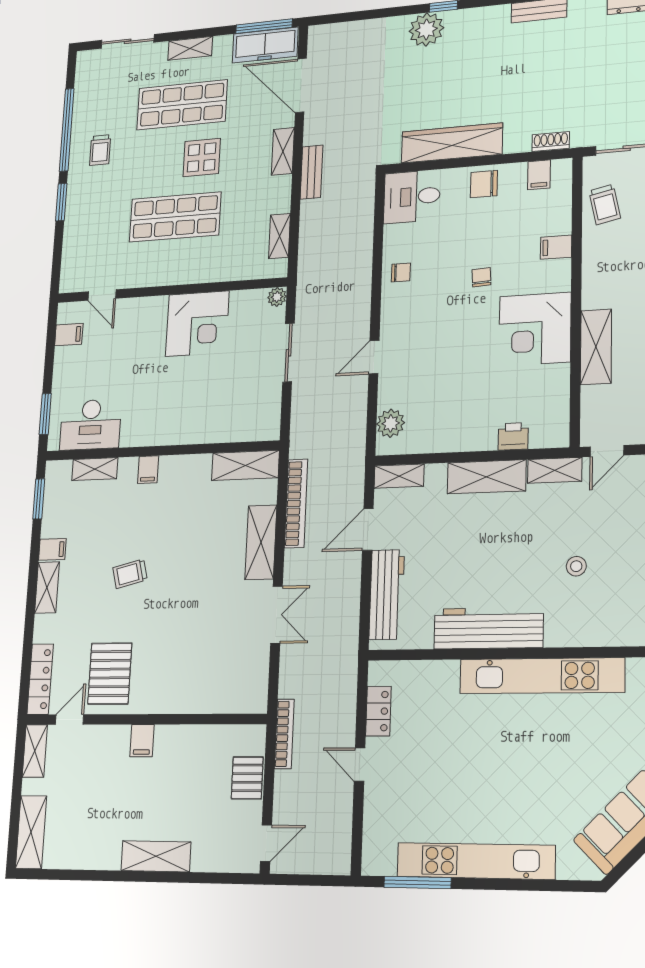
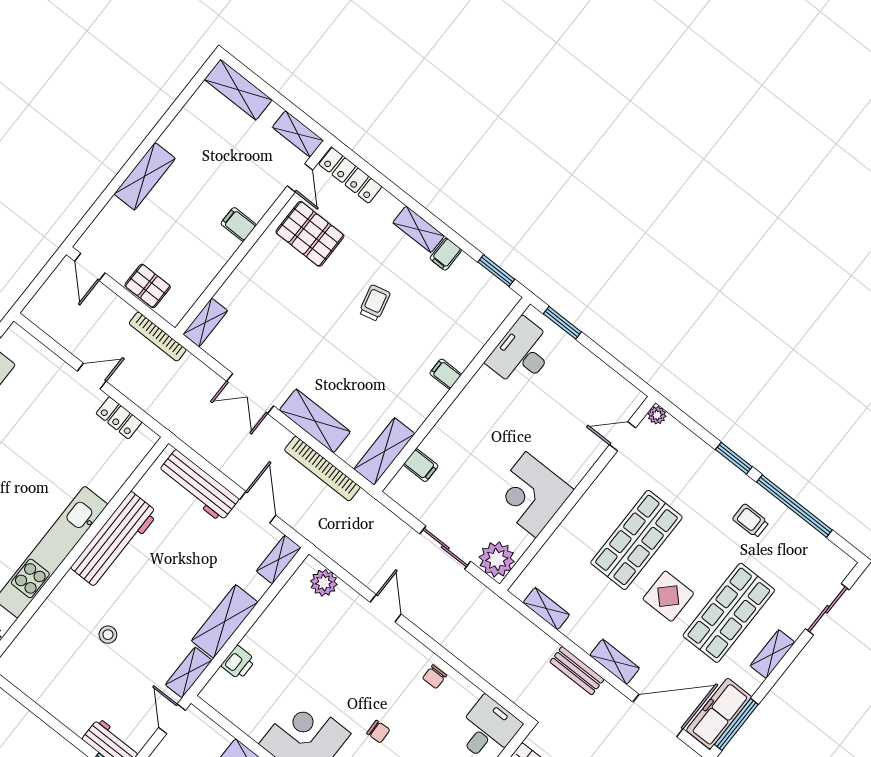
plant: (68, 284) -> (657, 415), added
plant: (277, 297) -> (497, 559), width x1.88, depth x1.88
filing cabinet: (69, 334) -> (421, 465), moved, turned -90
shelving: (95, 469) -> (205, 322), moved

